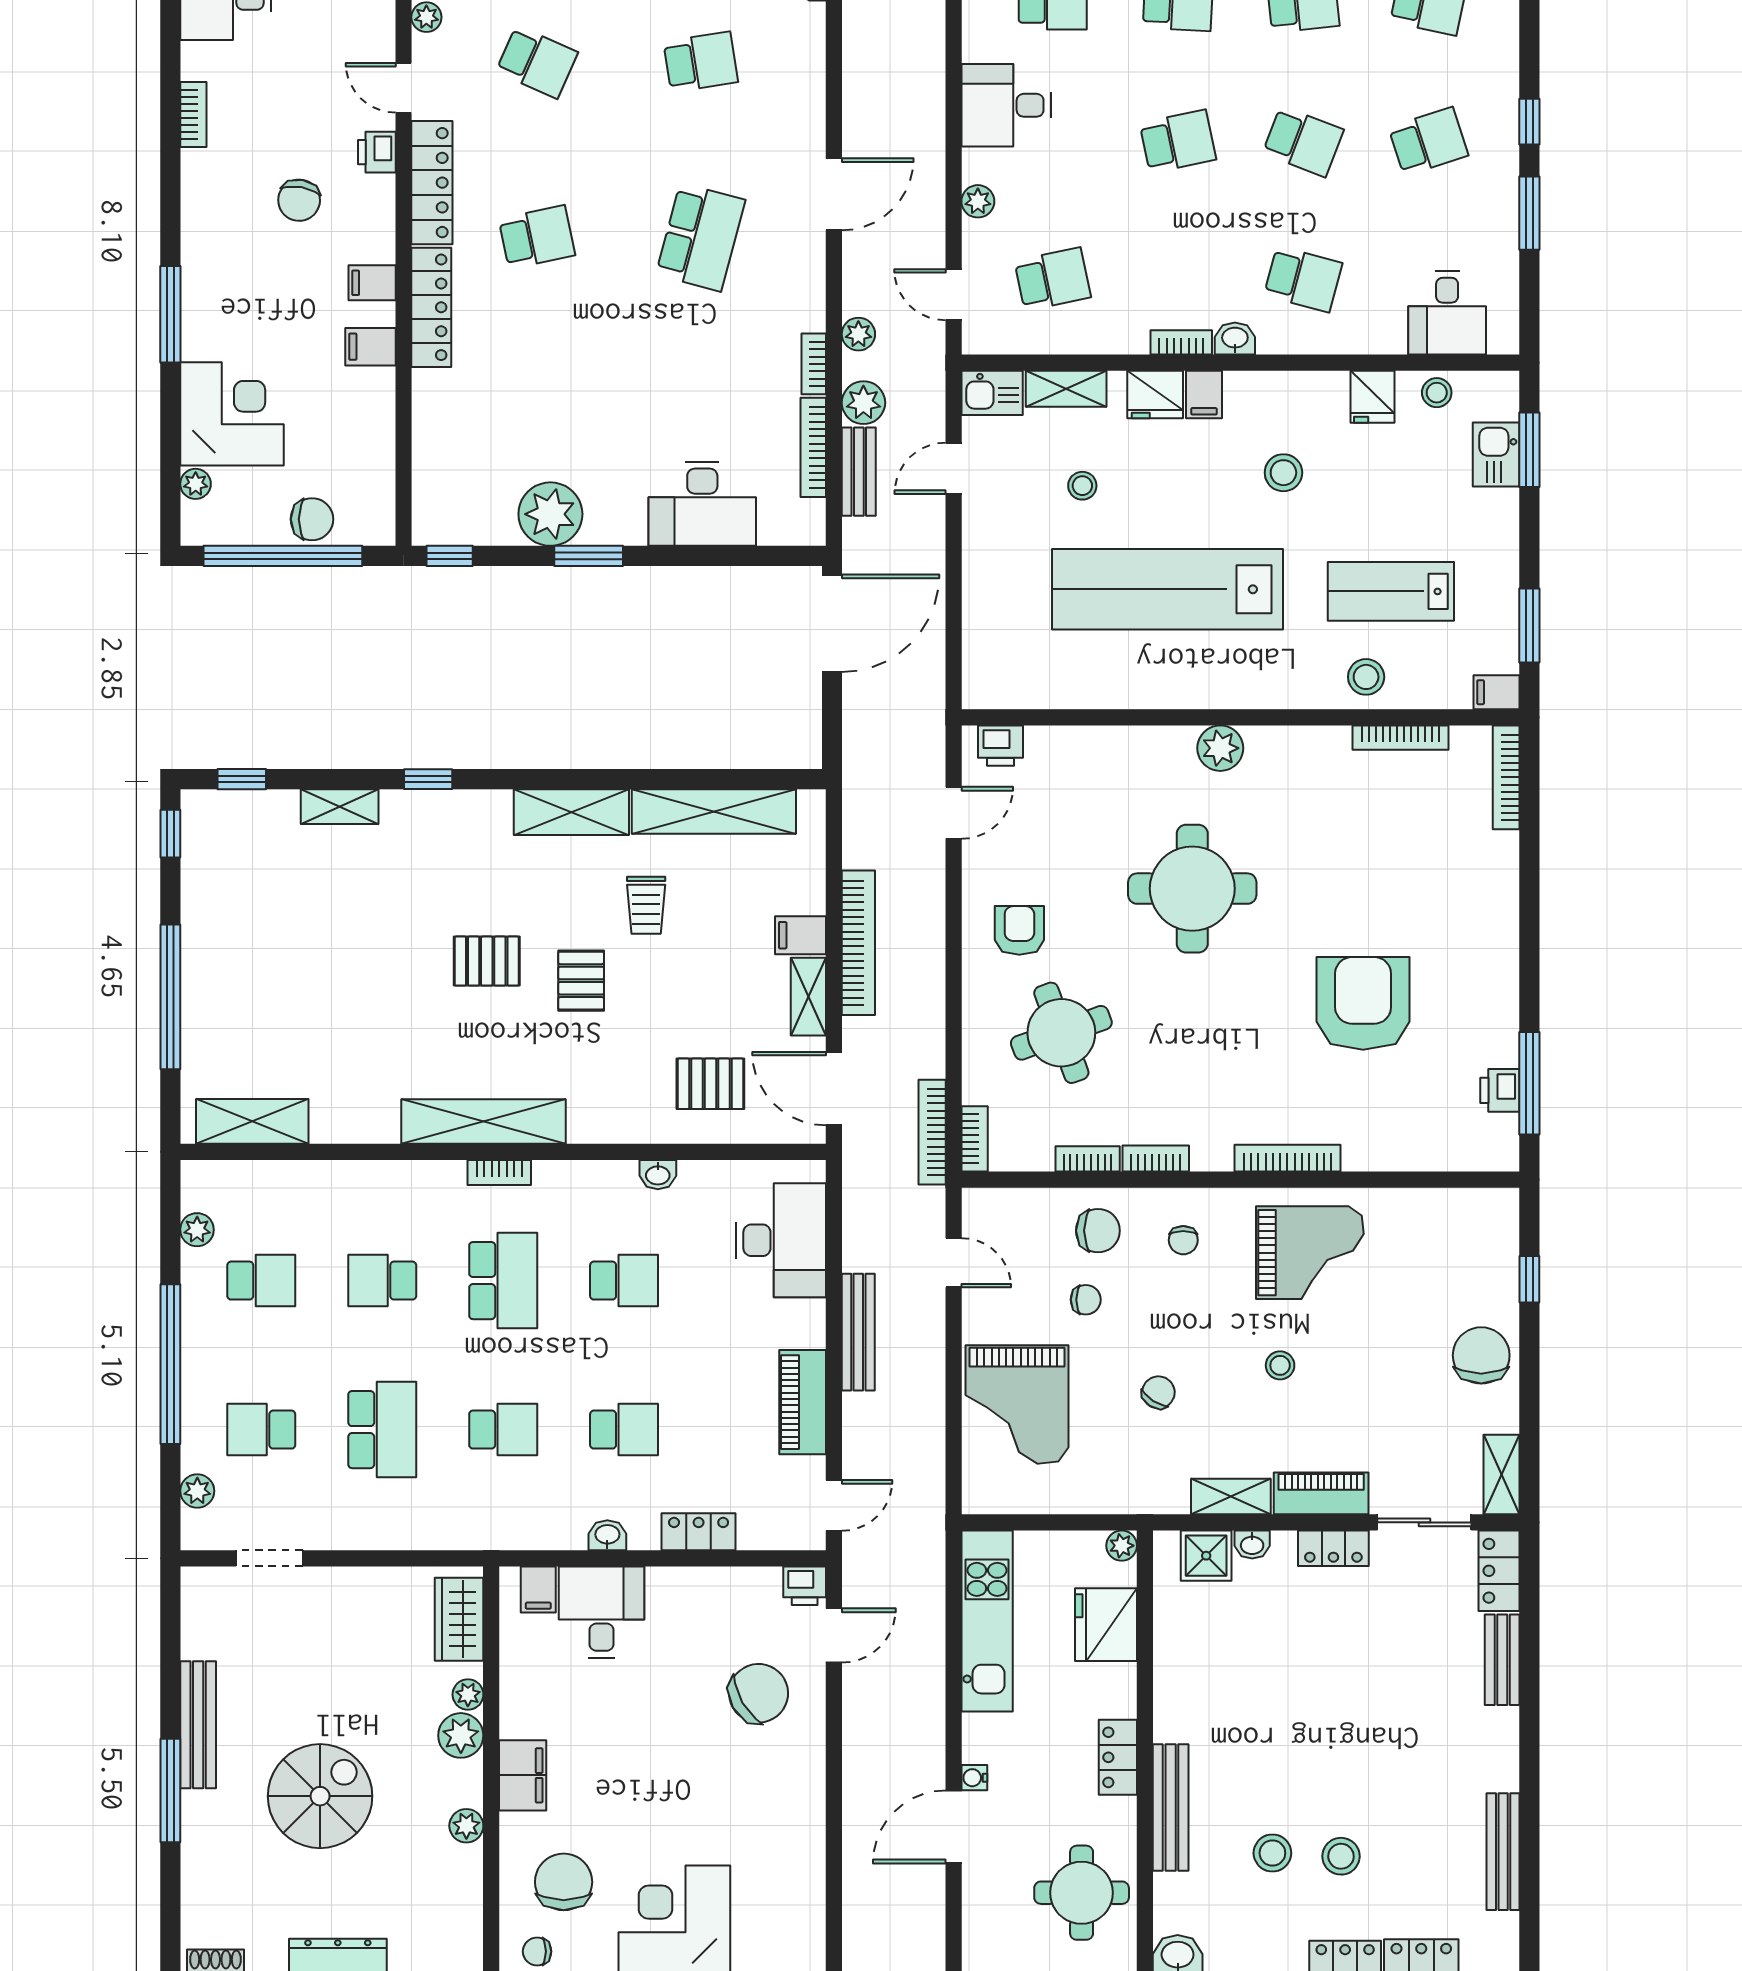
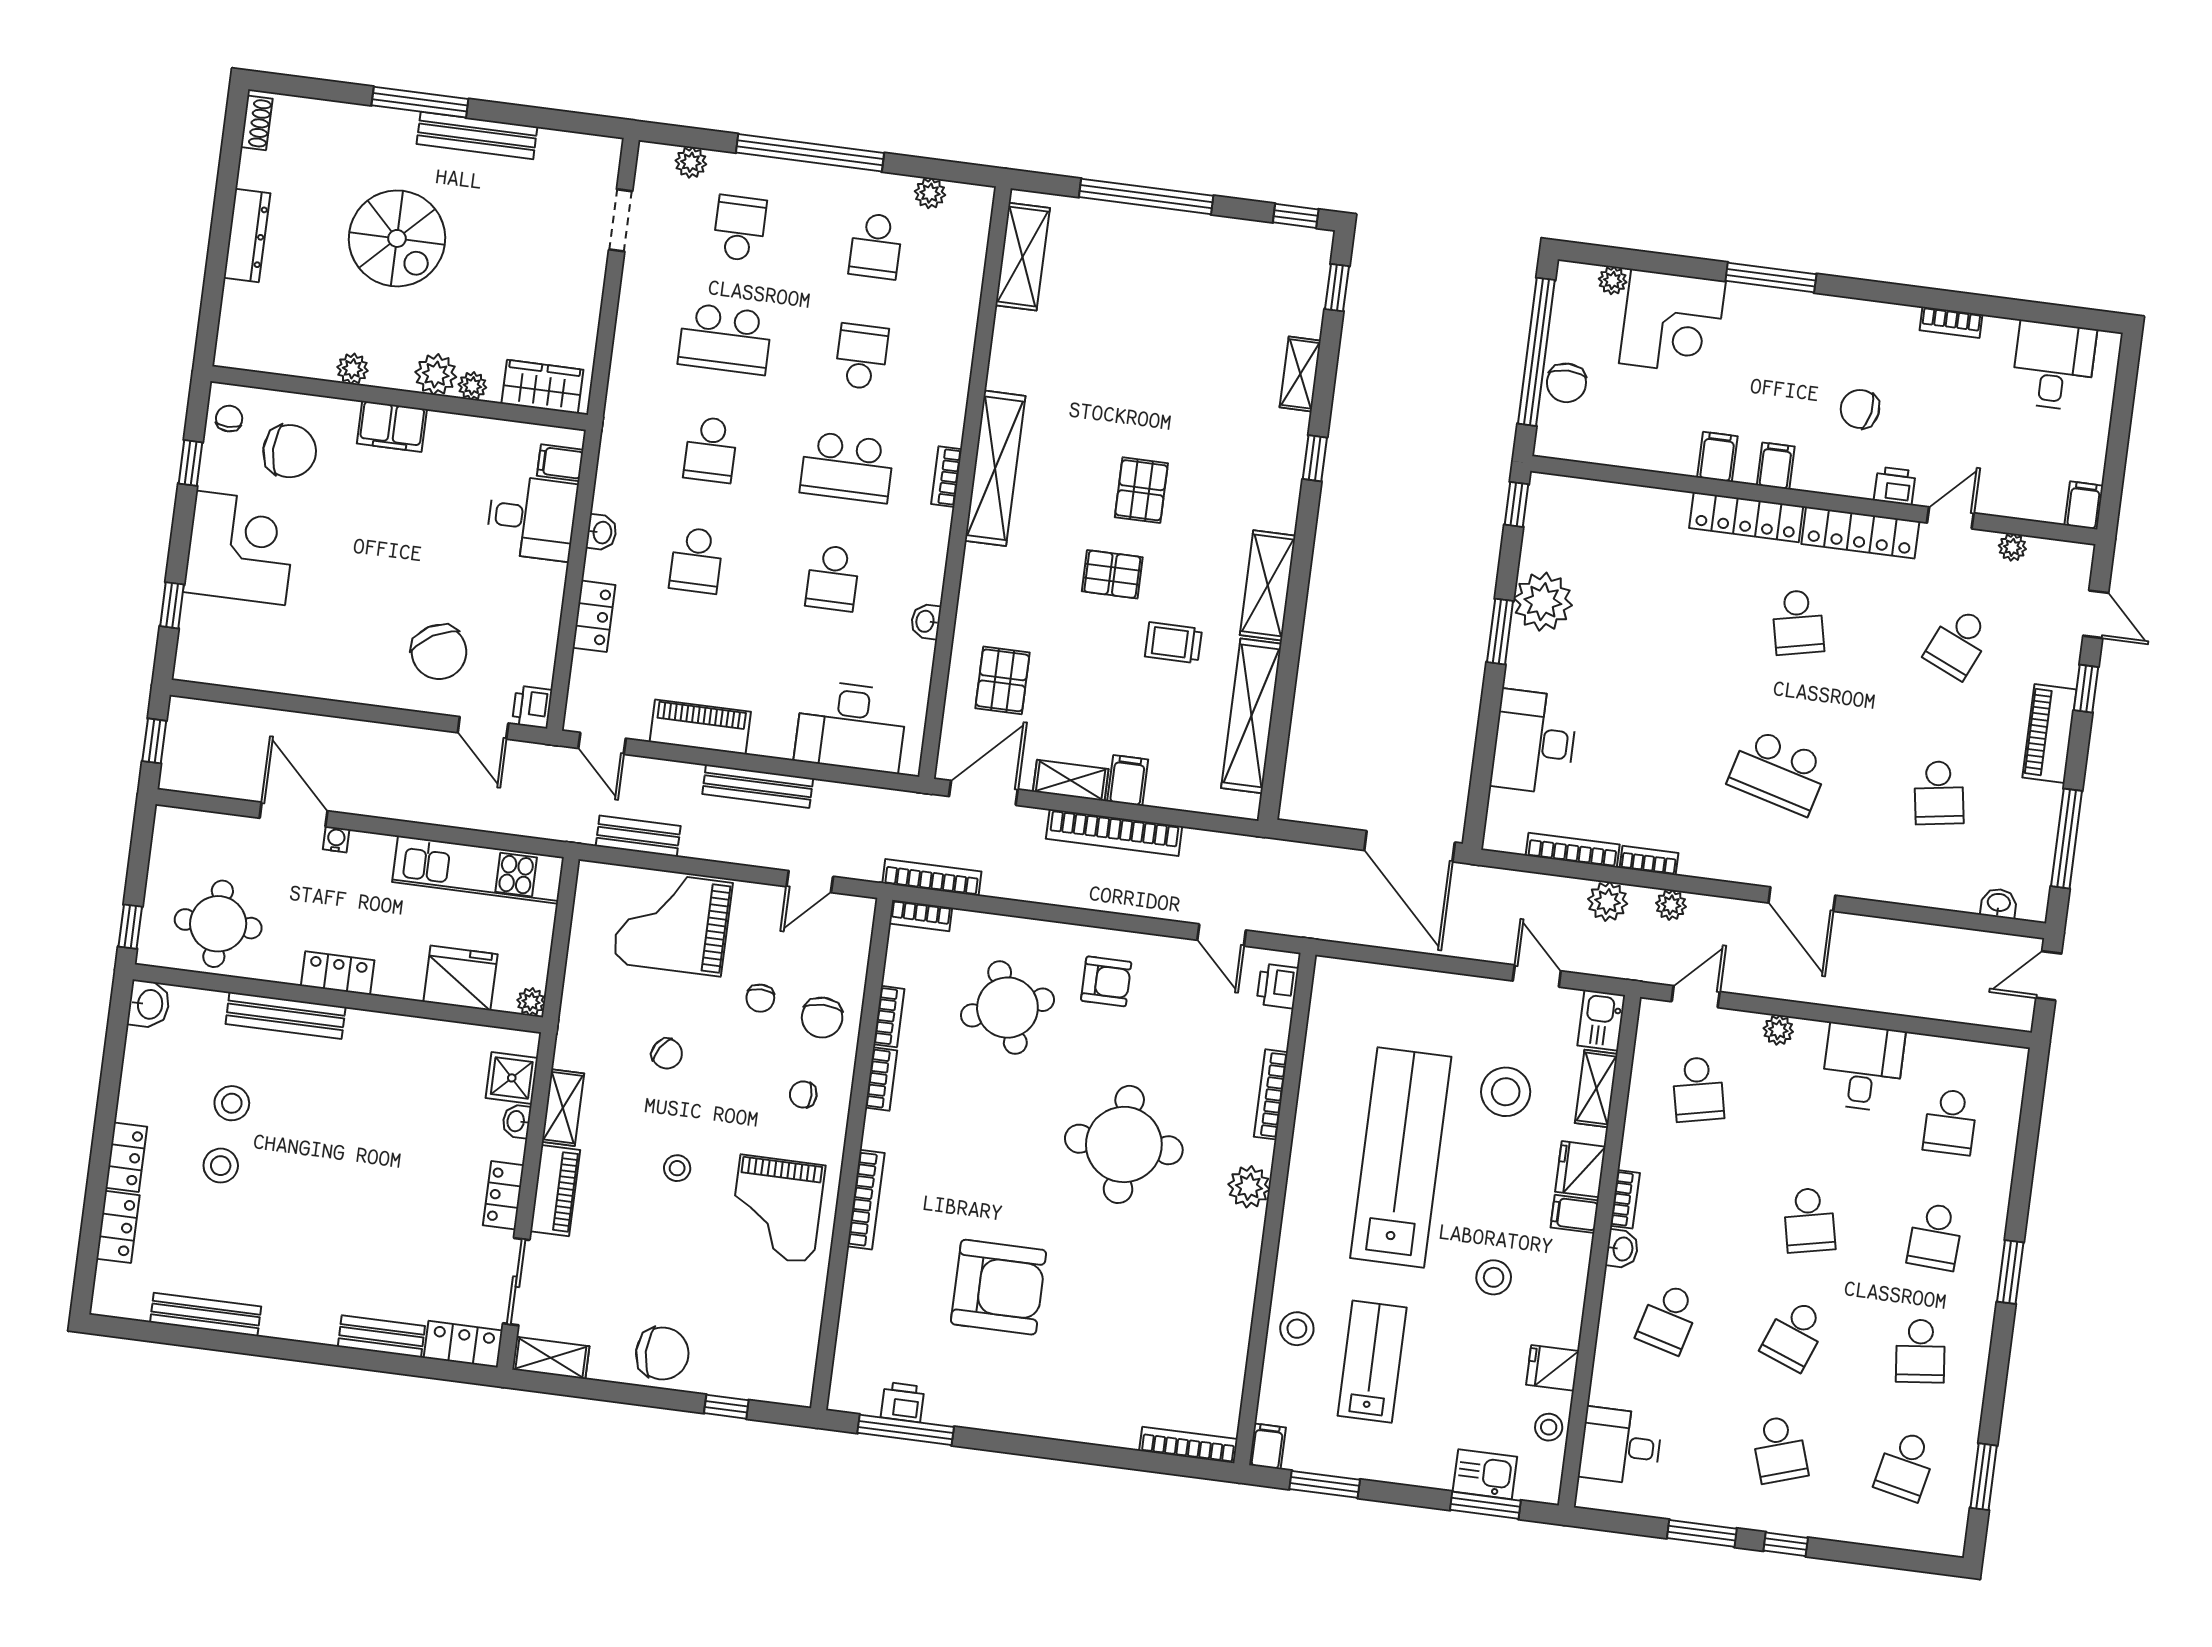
bench: (859, 472) -> (638, 836), moved
stool: (1082, 486) -> (1506, 1092), width x1.89, depth x1.89
bookcase: (1400, 738) -> (1271, 1094), moved

